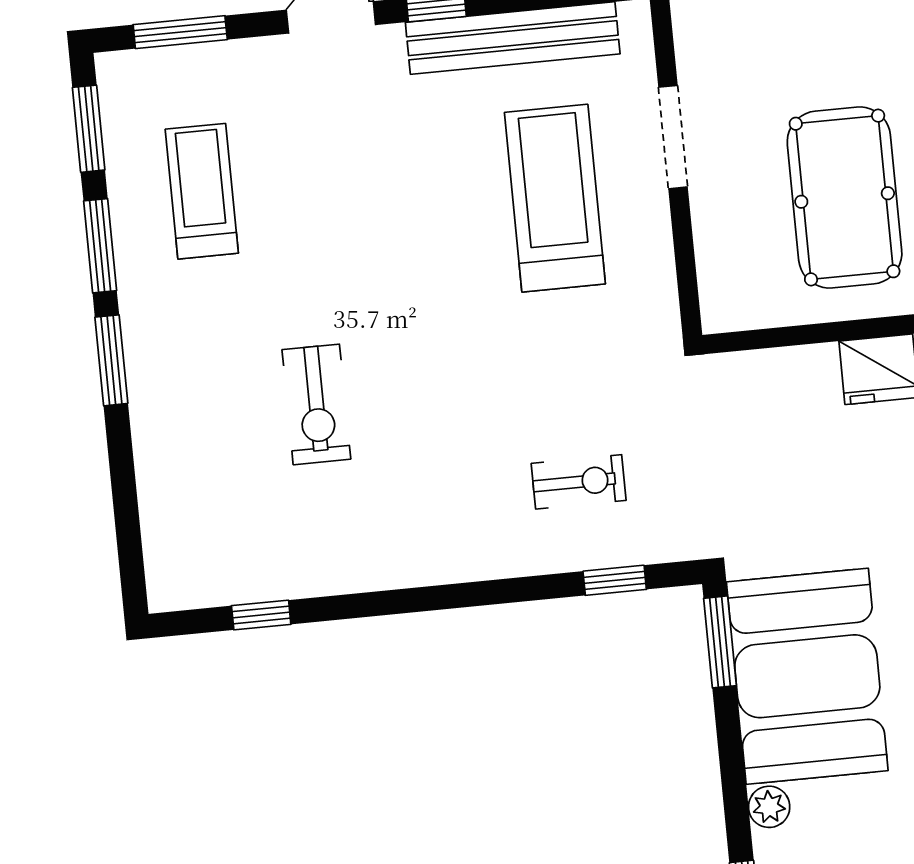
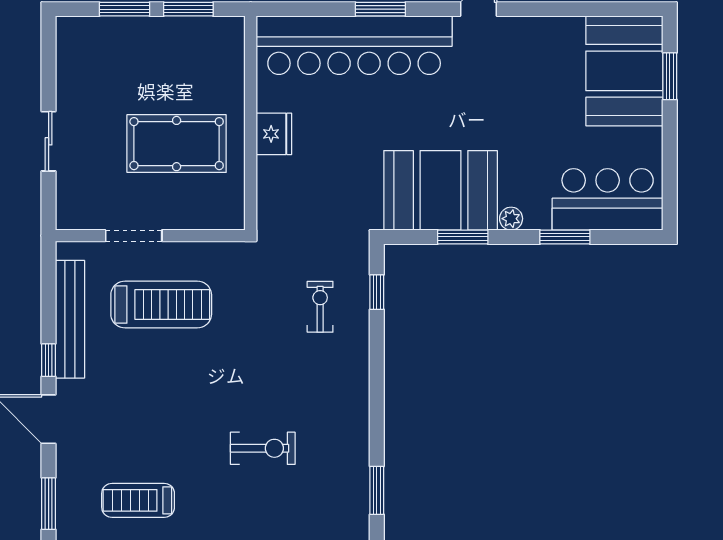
treadmill: (555, 198) -> (161, 305), turned 180
window: (261, 615) -> (377, 490), width x1.50
window: (720, 642) -> (463, 237), moved

